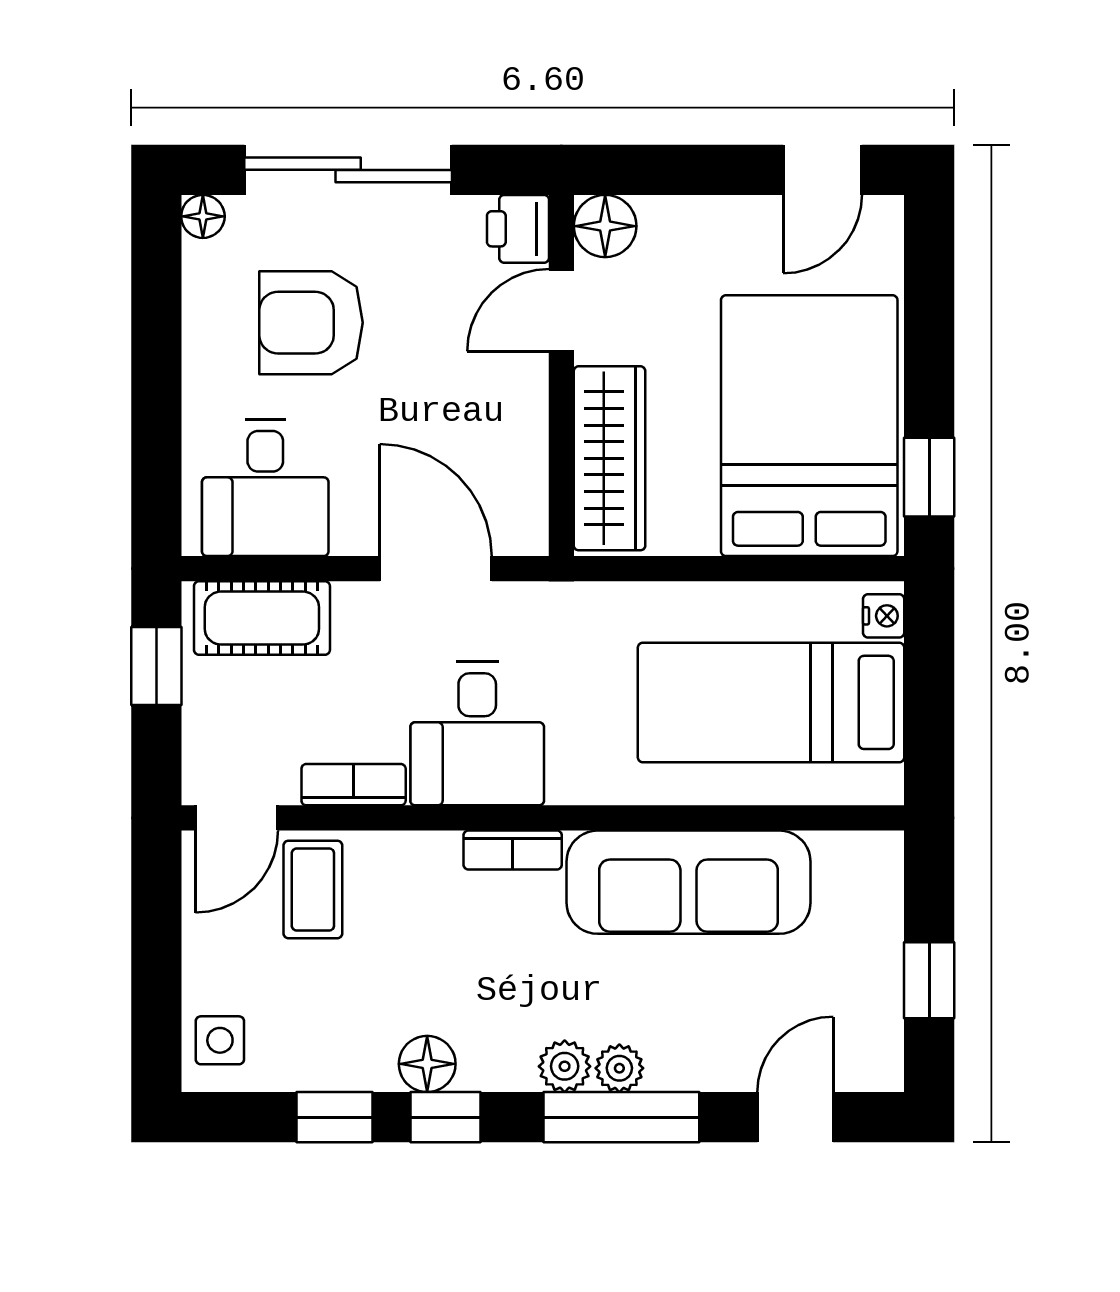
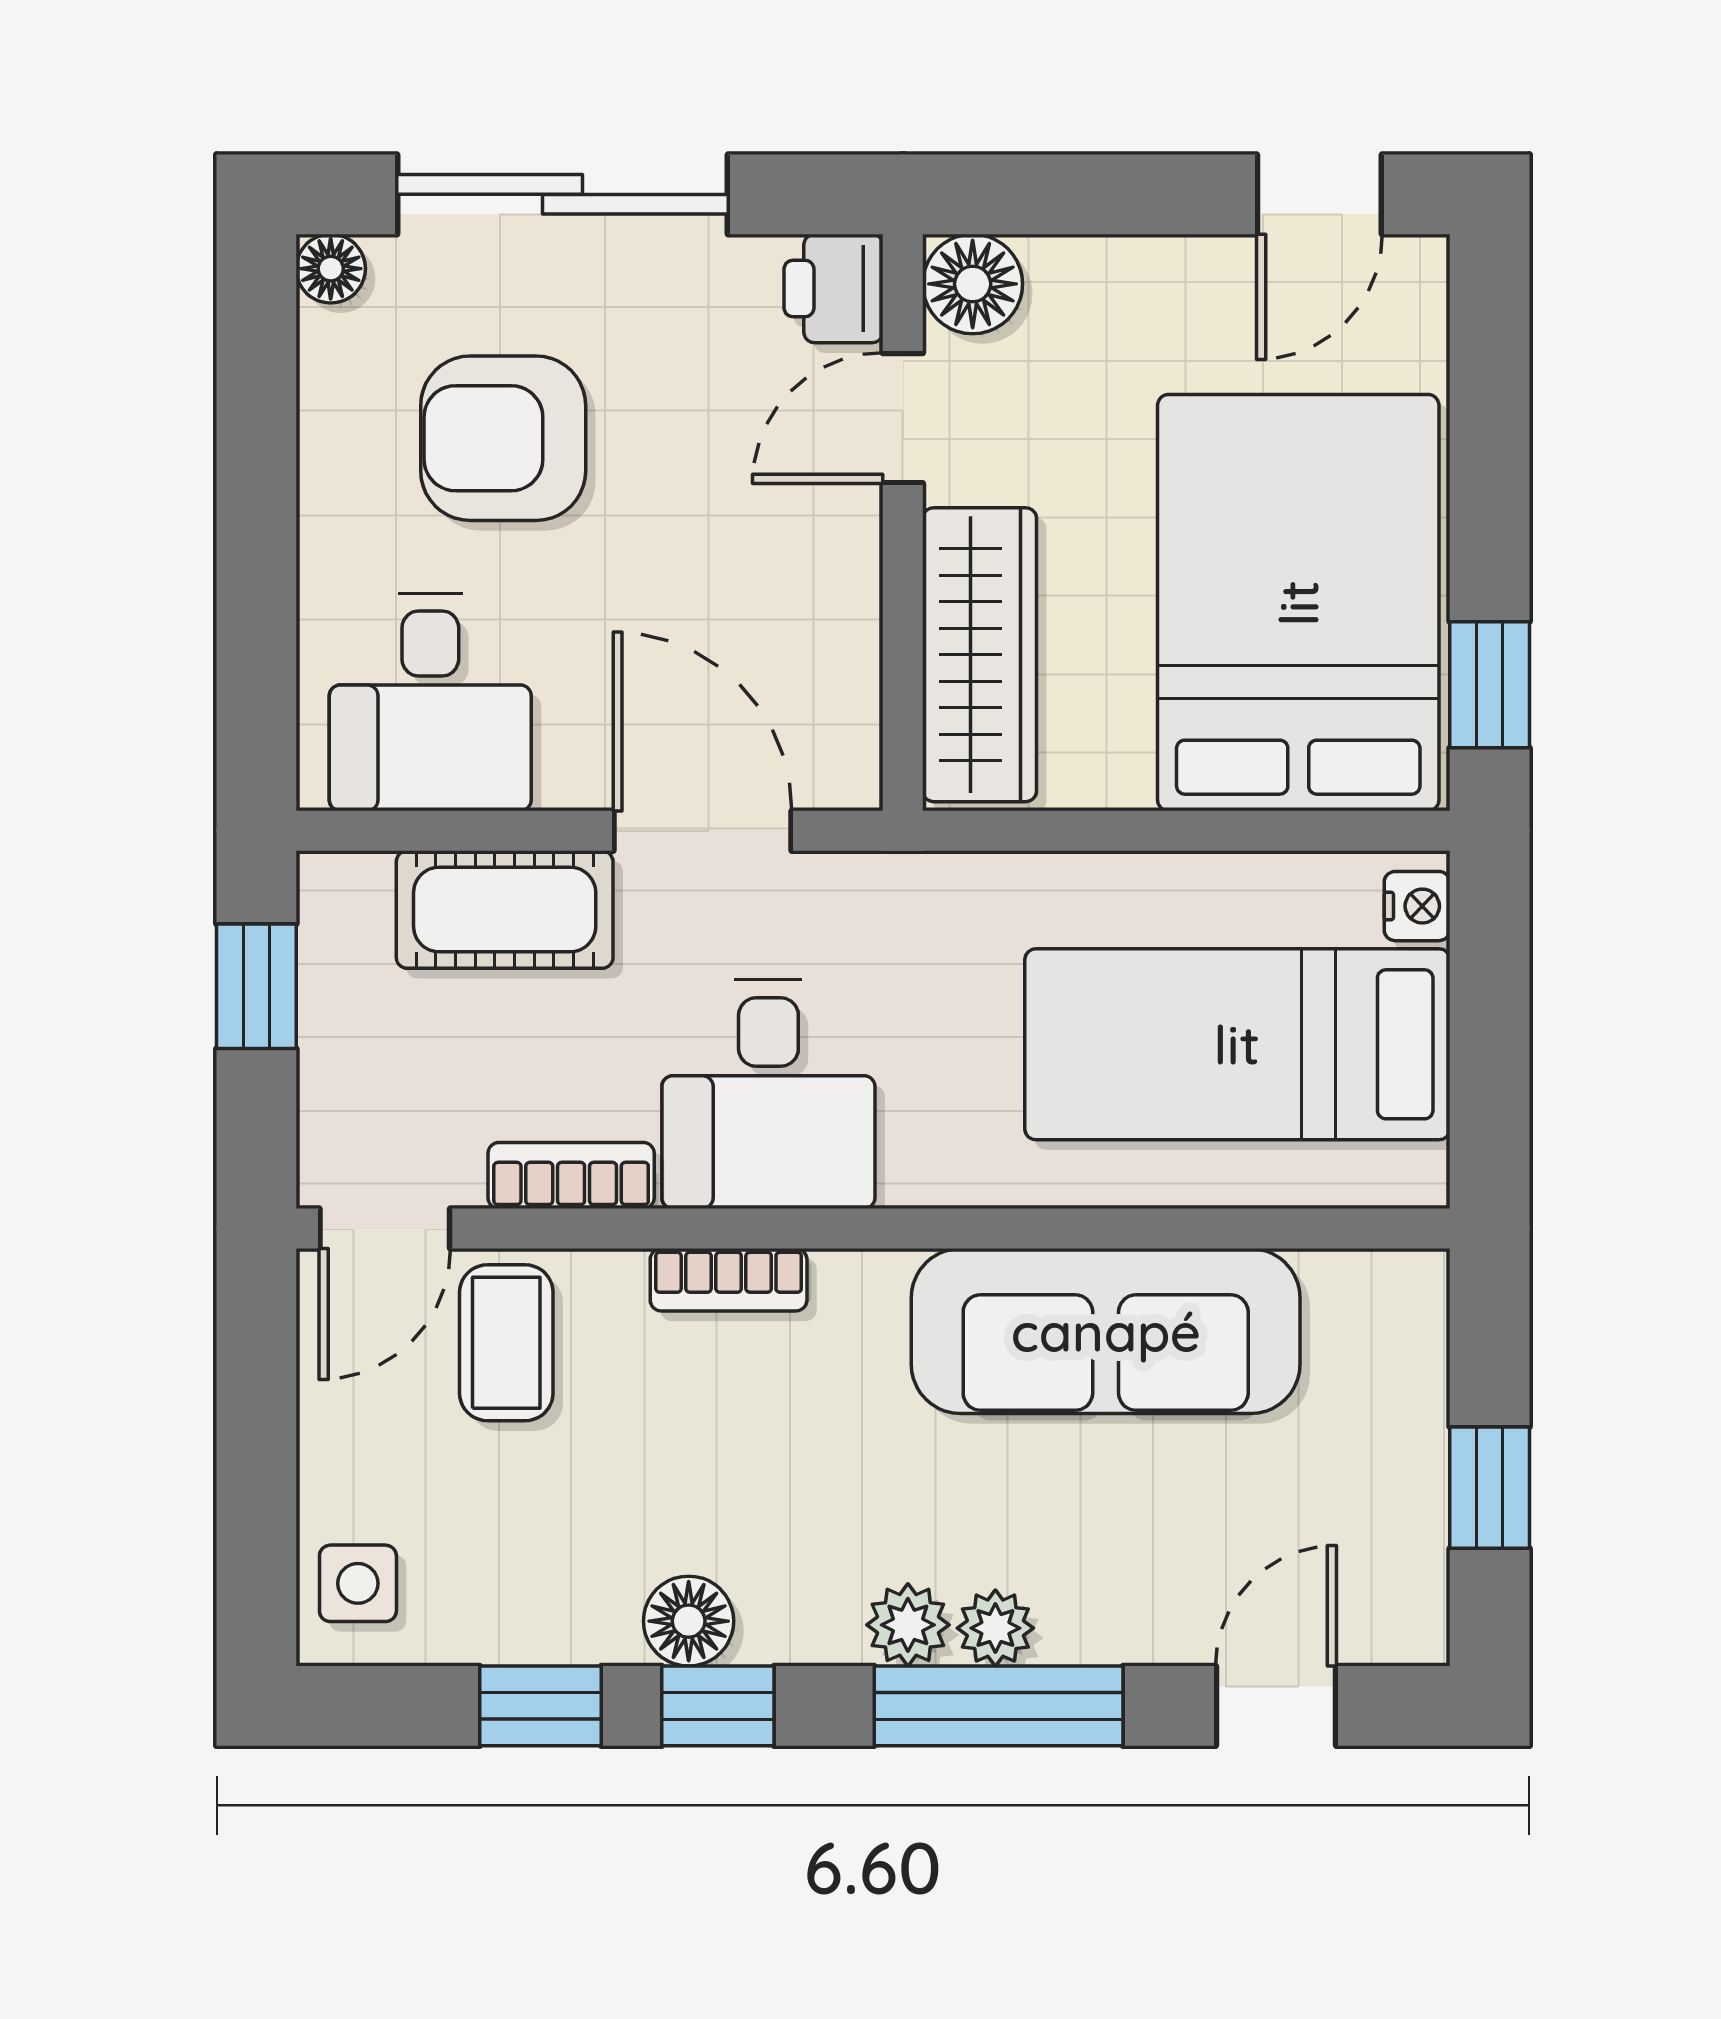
cot: (262, 618) -> (505, 910), moved
bookcase: (513, 850) -> (729, 1280), moved

